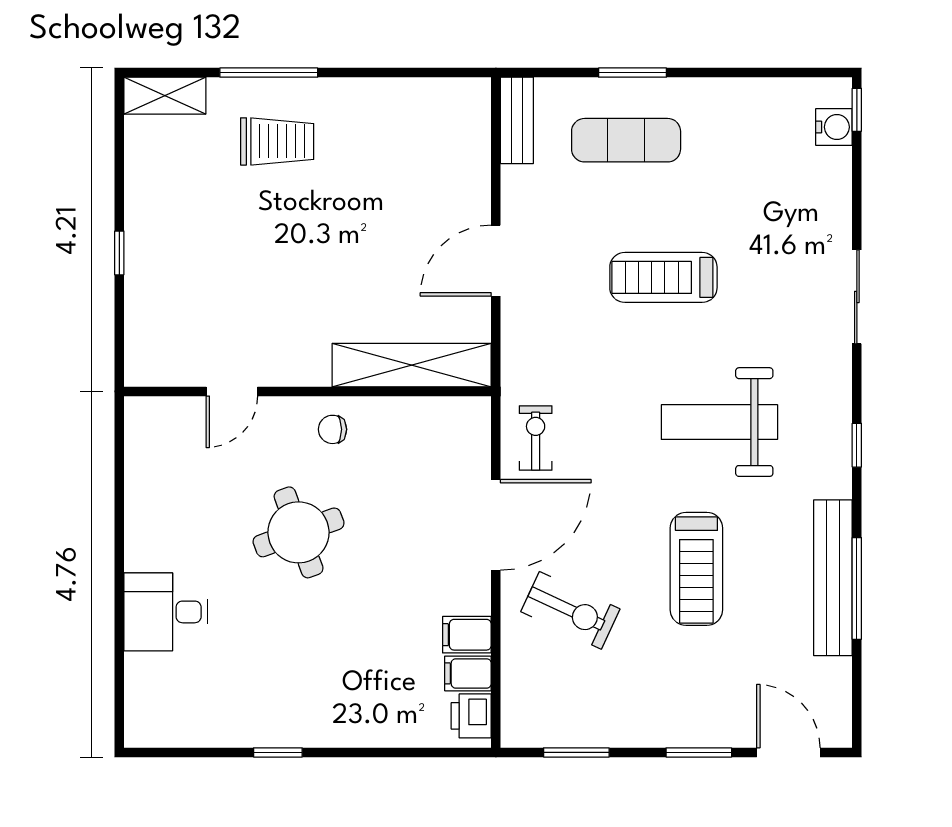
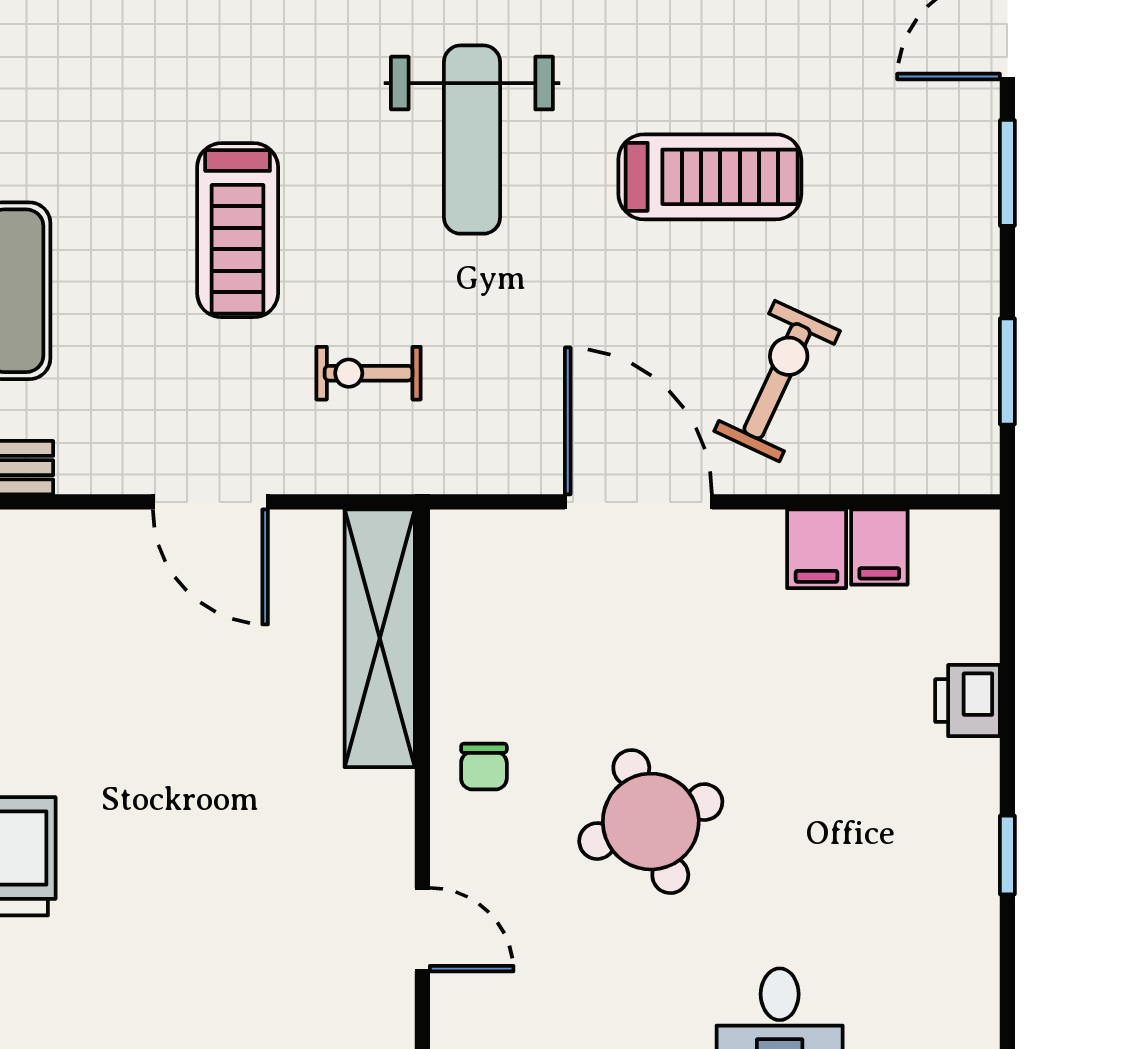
exercise bike: (536, 438) -> (369, 373), moved
printer: (471, 716) -> (968, 701), moved, turned 90

